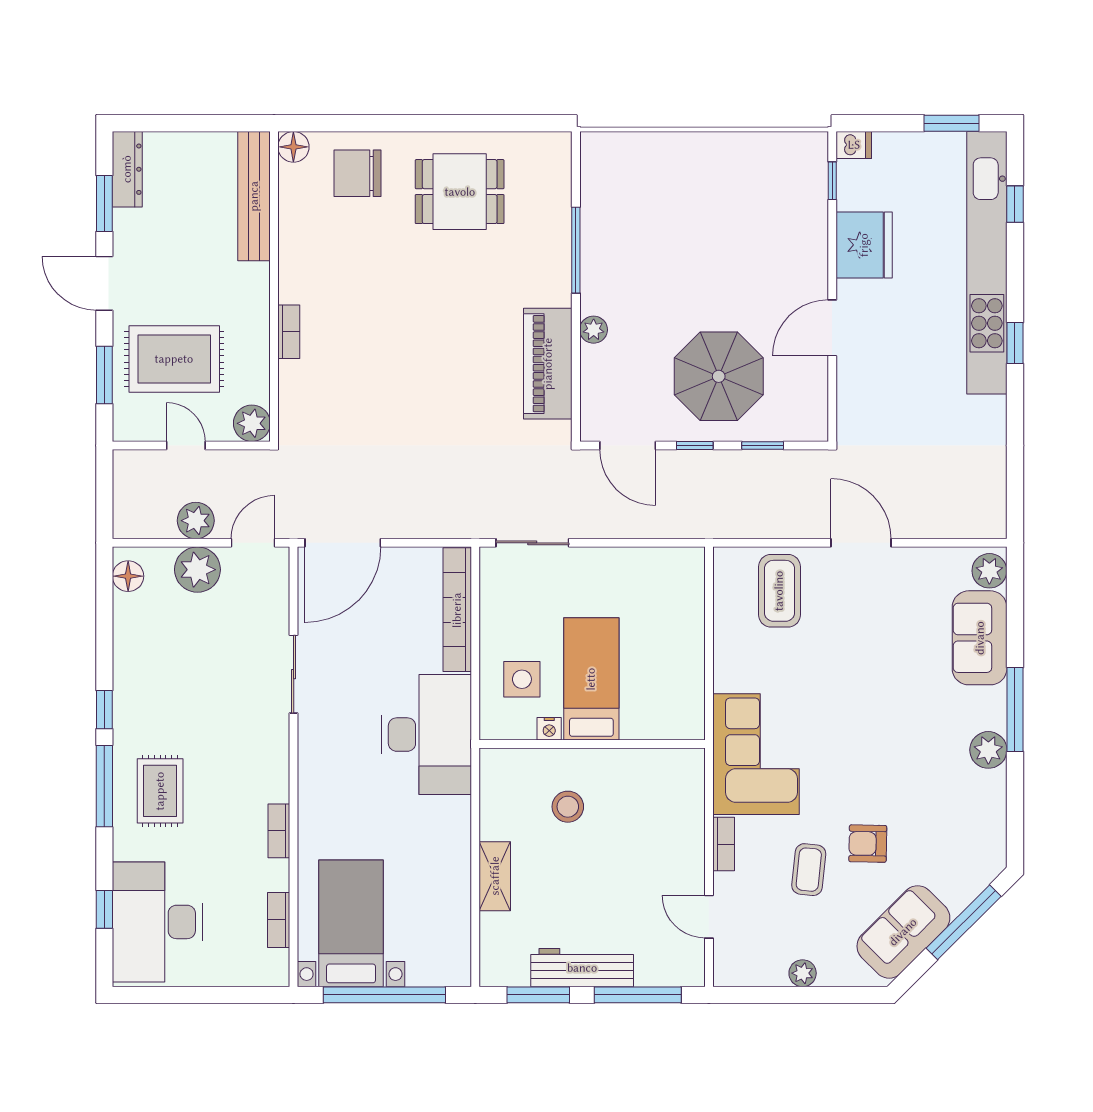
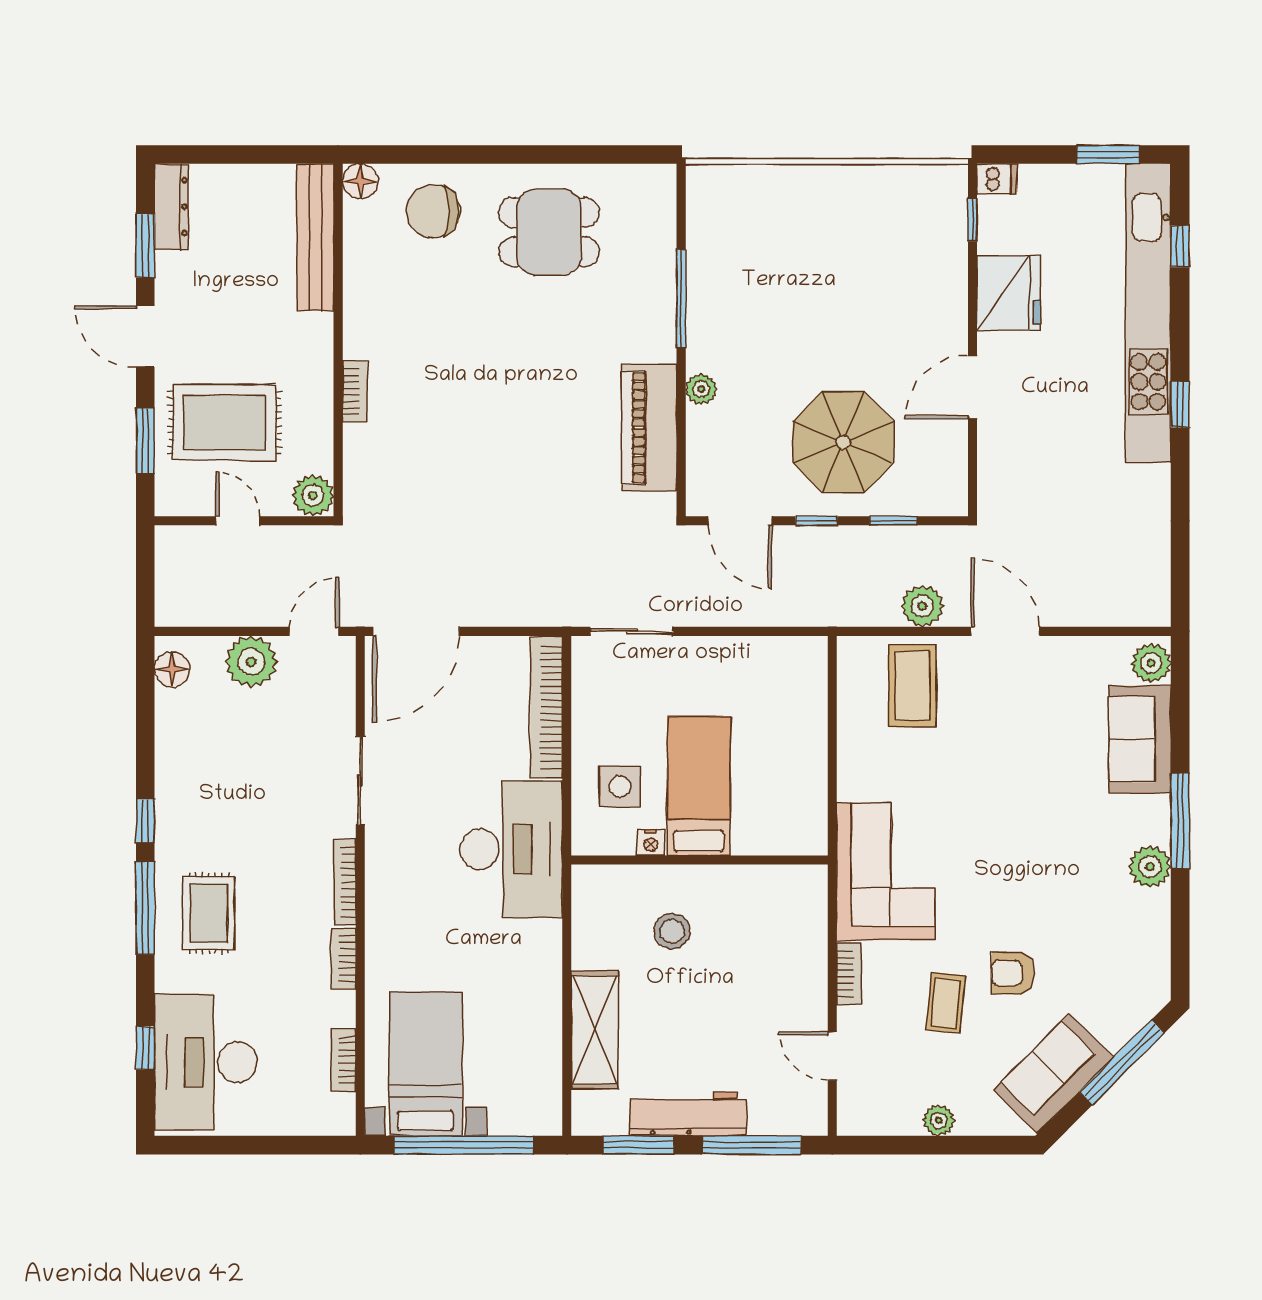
plant: (196, 521) -> (922, 606), moved
bookcase: (280, 764) -> (345, 882), added
shelving: (495, 876) -> (595, 1030), width x1.50, depth x1.33

